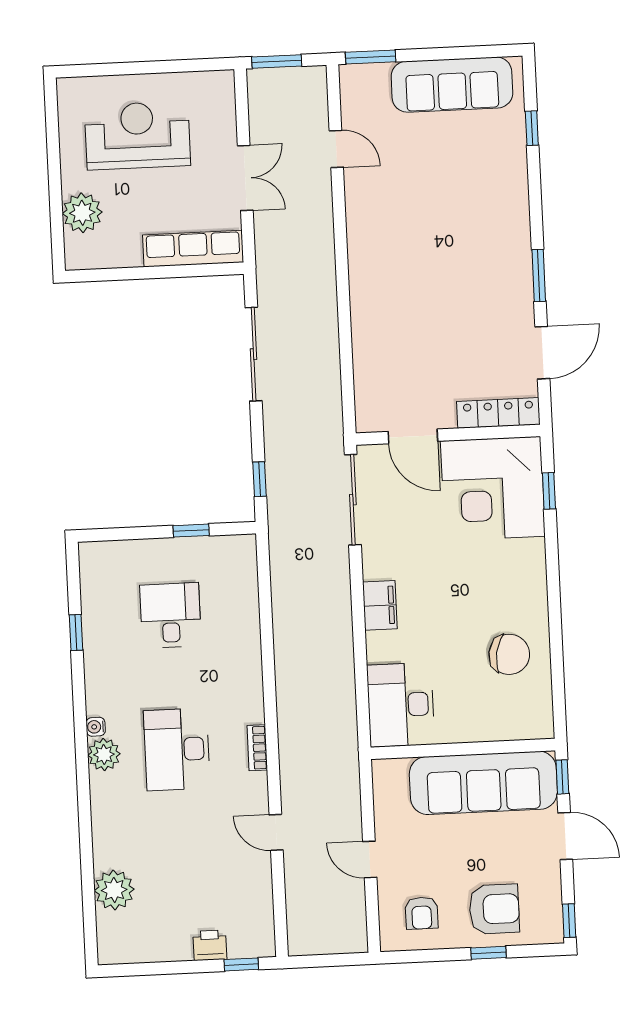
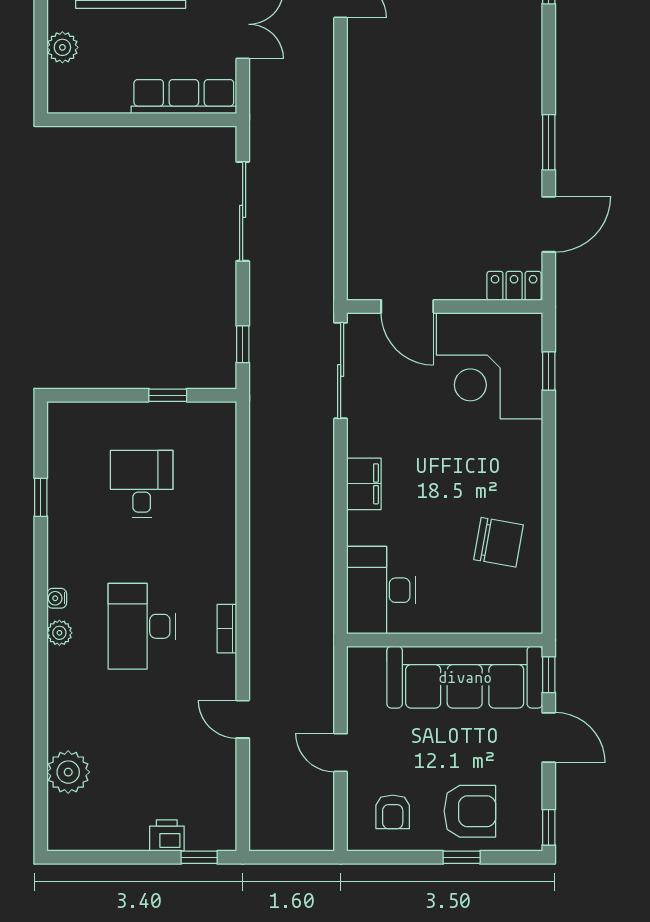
plant: (82, 213) -> (62, 47), width x0.73, depth x0.73
locker: (498, 413) -> (514, 286), width x0.66
plant: (104, 754) -> (59, 633), width x0.73, depth x0.73

